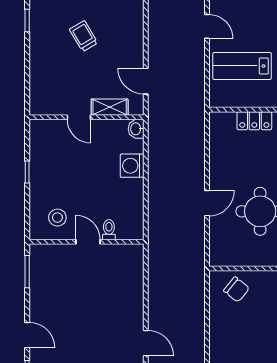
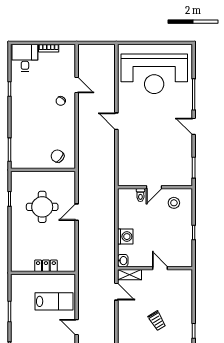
shelving: (110, 107) -> (130, 275), moved
door: (88, 242) -> (154, 187), hinge flipped

